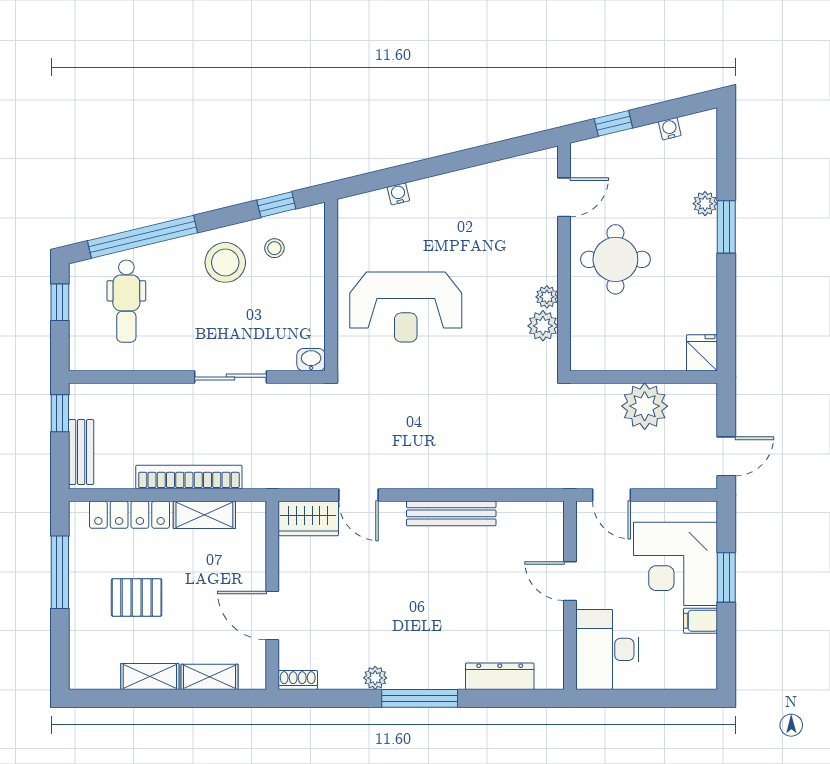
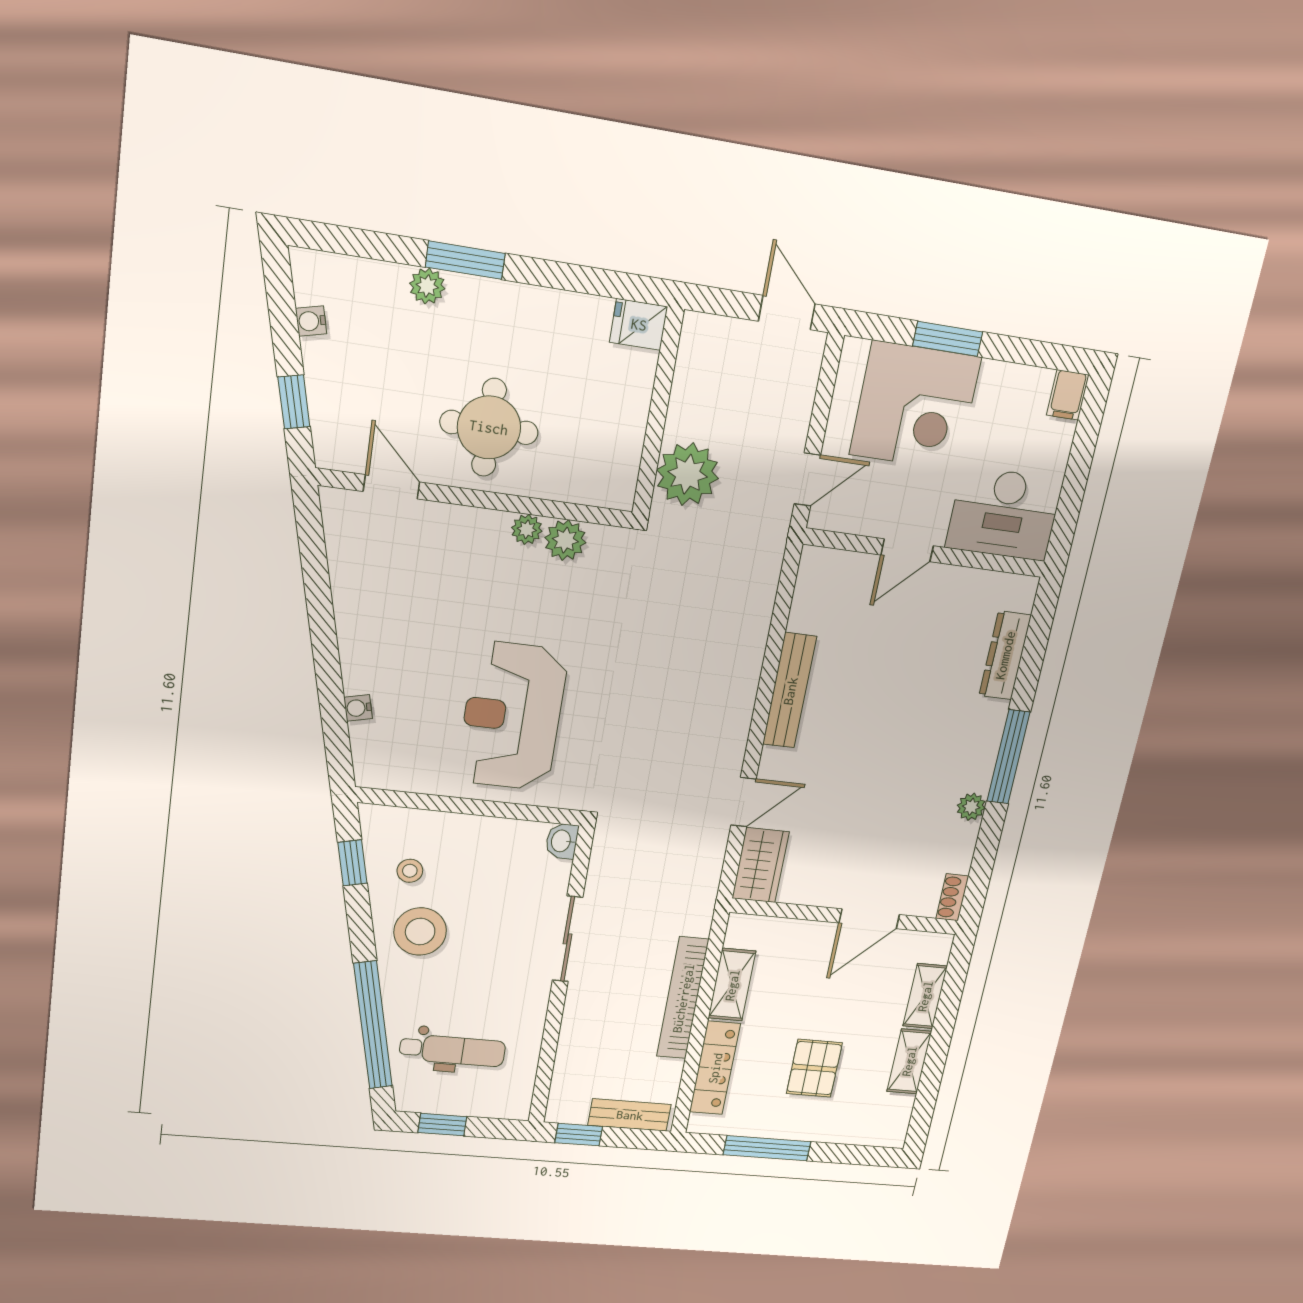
reception desk: (406, 307) -> (512, 716), turned 180
plant: (645, 406) -> (688, 474), moved
filing cabinet: (700, 621) -> (1068, 395), moved

